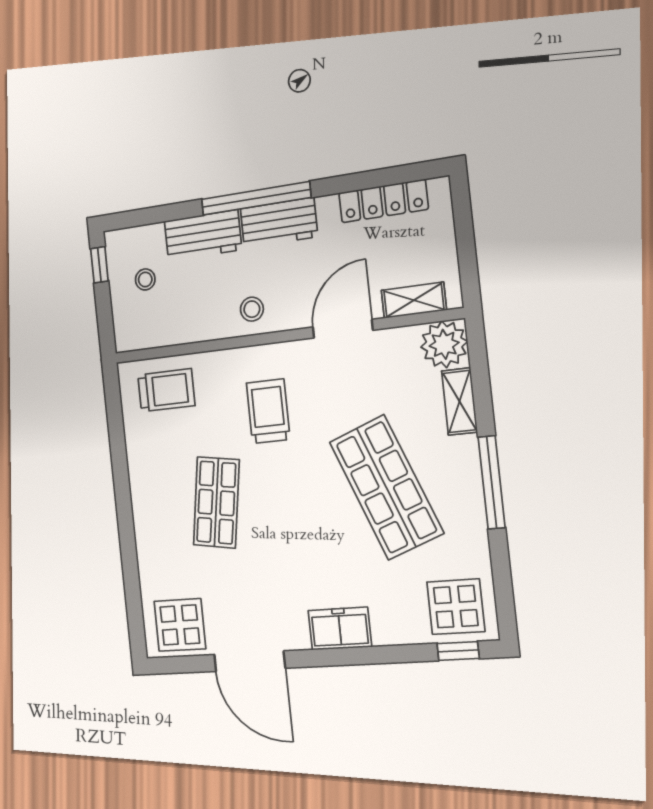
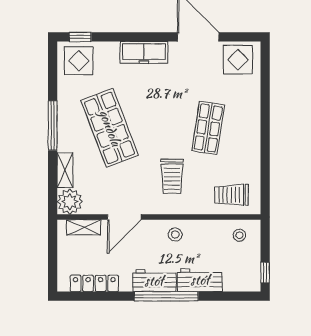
stool: (145, 279) -> (239, 235), moved
freezer: (340, 629) -> (144, 52), width x1.40

